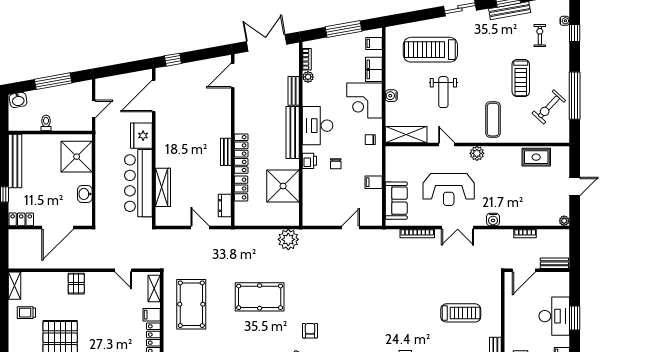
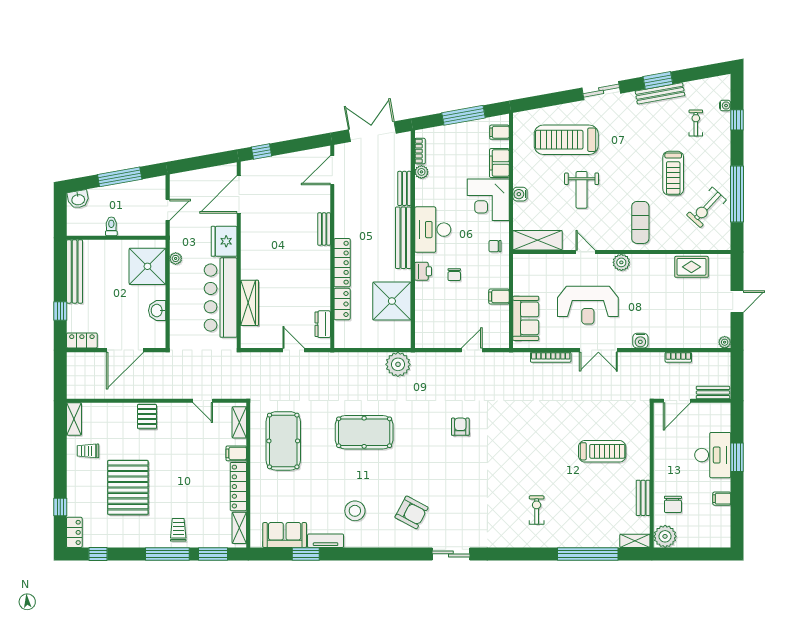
plant: (100, 150) -> (176, 258), added
bench: (226, 152) -> (324, 229), moved
armchair: (310, 331) -> (460, 427), moved

